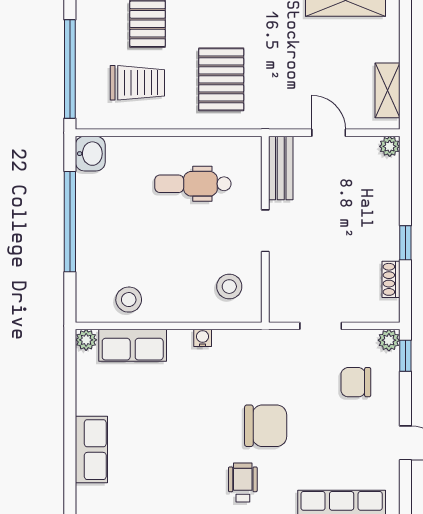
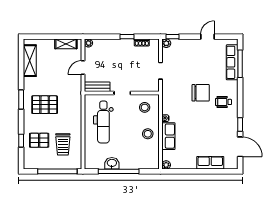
pallet: (221, 79) -> (45, 105), moved
trolley: (137, 83) -> (63, 144), turned 180
washbasin: (90, 154) -> (112, 163), moved
dental chair: (193, 184) -> (103, 122), width x1.36, depth x1.38
stool: (129, 300) -> (148, 134), moved
row of seats: (133, 345) -> (168, 136), moved
chair: (356, 382) -> (183, 57), removed
chair: (266, 426) -> (201, 93), turned 90

